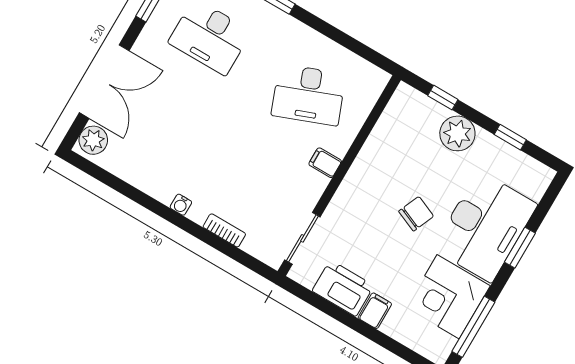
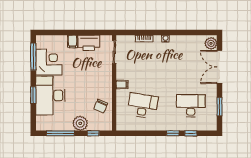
desk: (309, 95) -> (143, 106), turned 30
window: (510, 137) -> (60, 133), width x2.17
chair: (416, 214) -> (101, 106), moved

